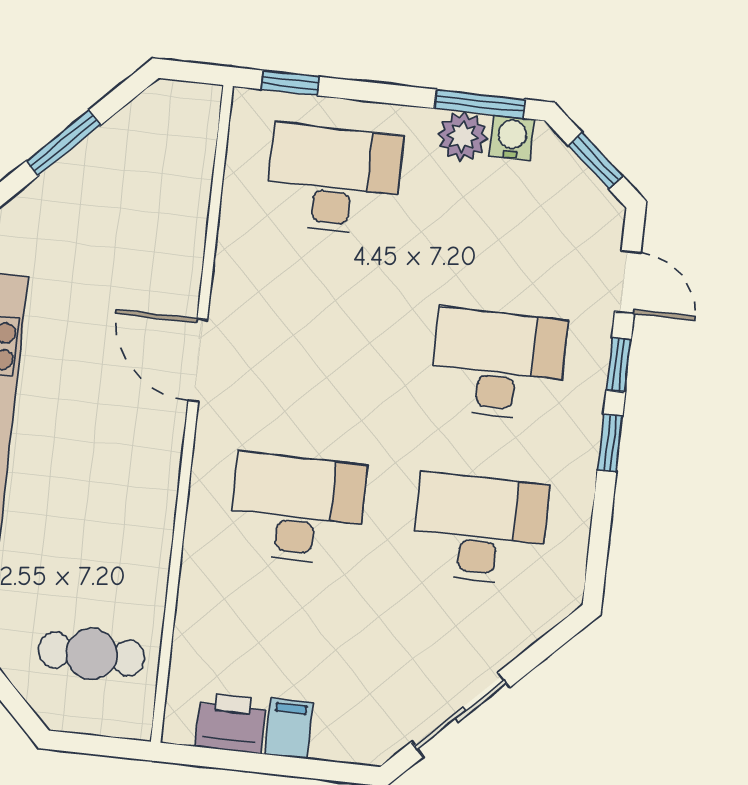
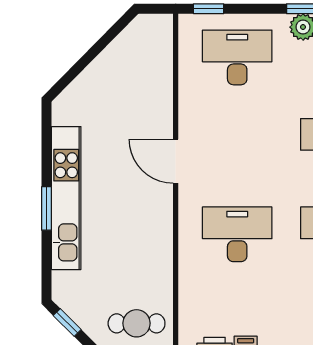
window: (64, 143) -> (92, 54), removed

